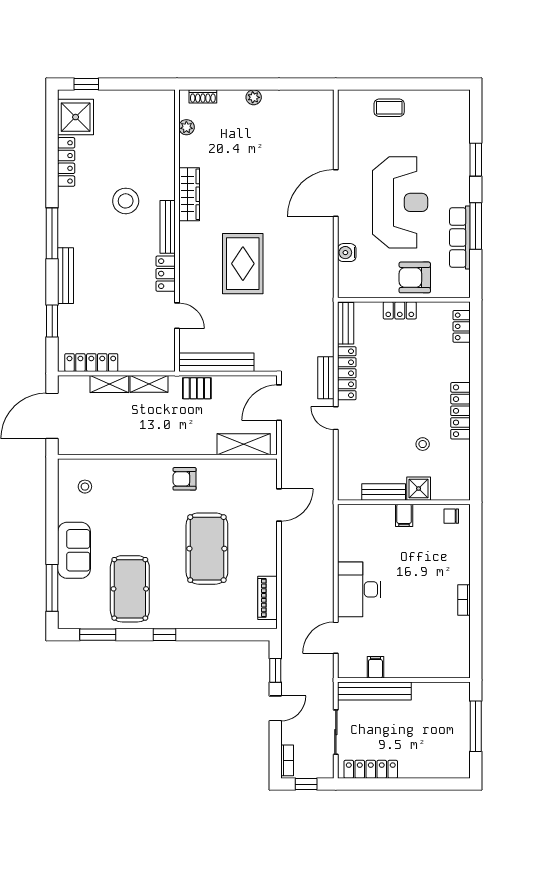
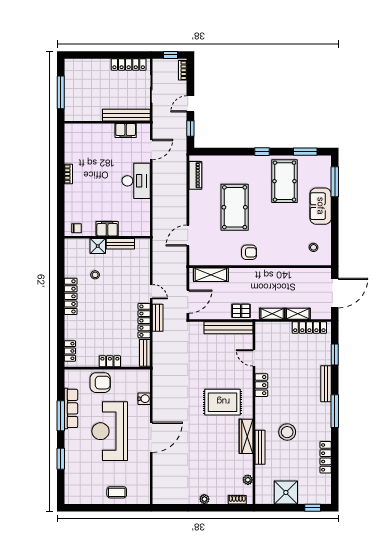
shower: (76, 117) -> (286, 492), moved
bench: (168, 227) -> (260, 447), moved
rug: (243, 264) -> (223, 402), moved, turned 90
filing cabinet: (404, 515) -> (107, 229), width x2.00
filing cabinet: (375, 667) -> (126, 131), width x2.00

